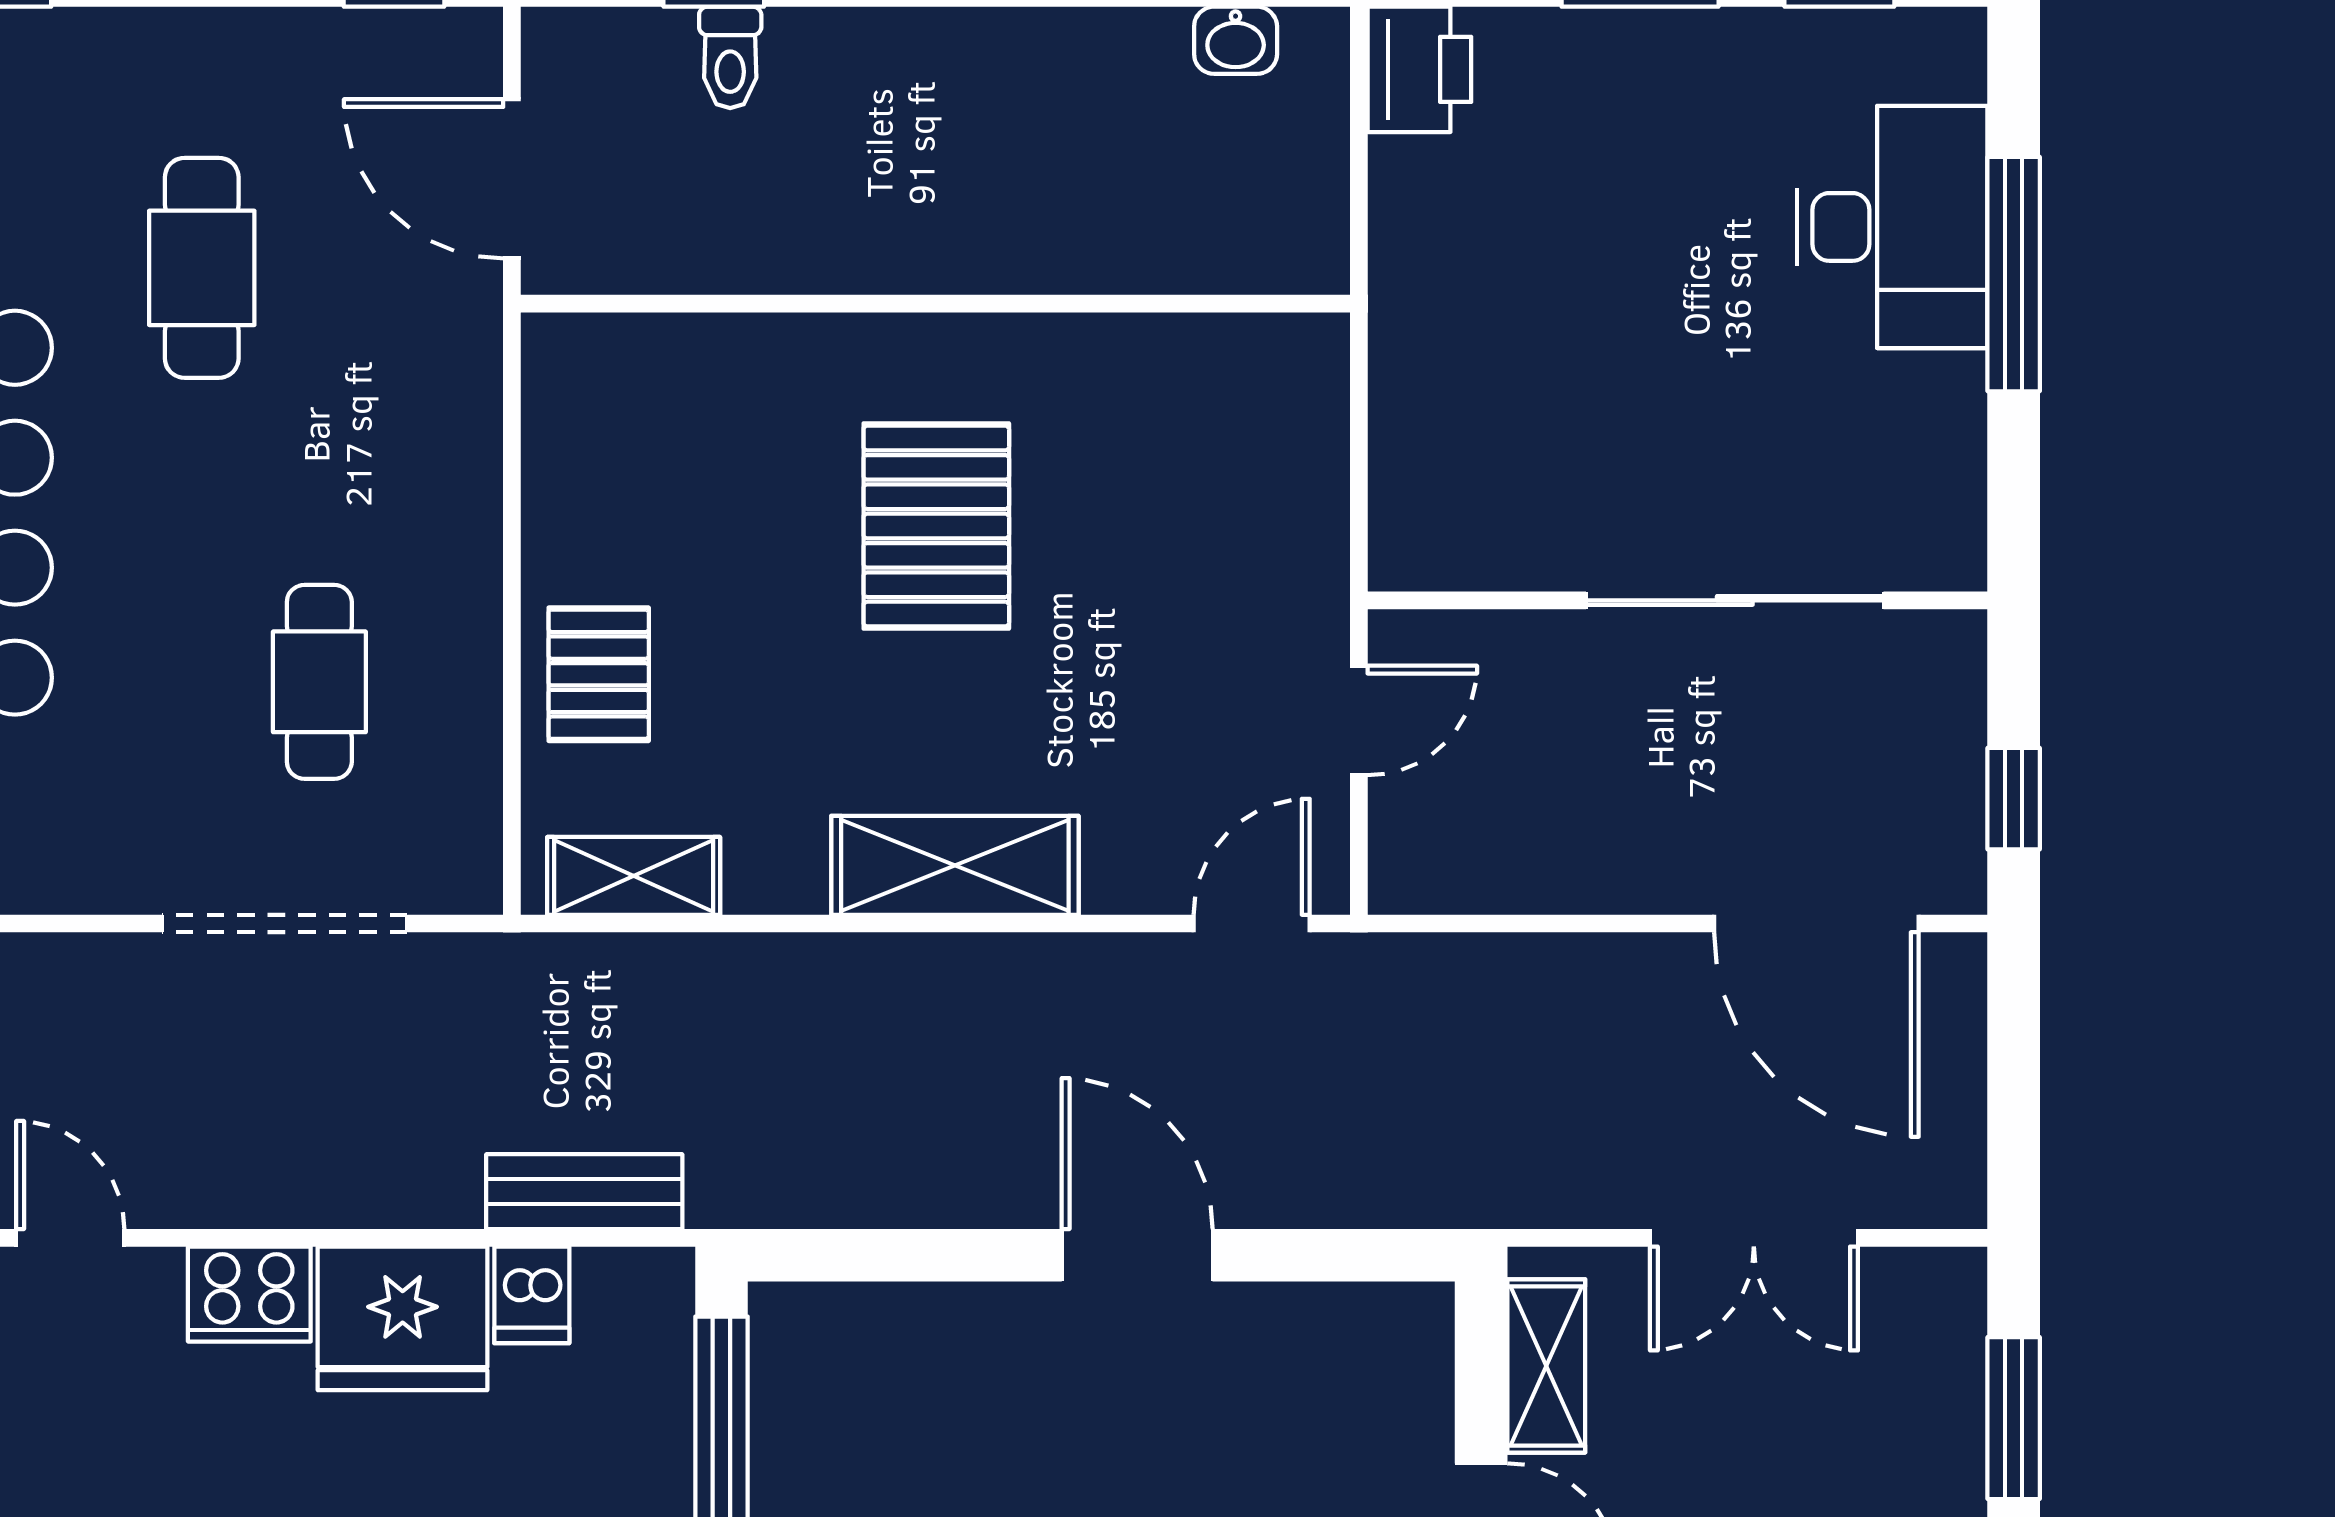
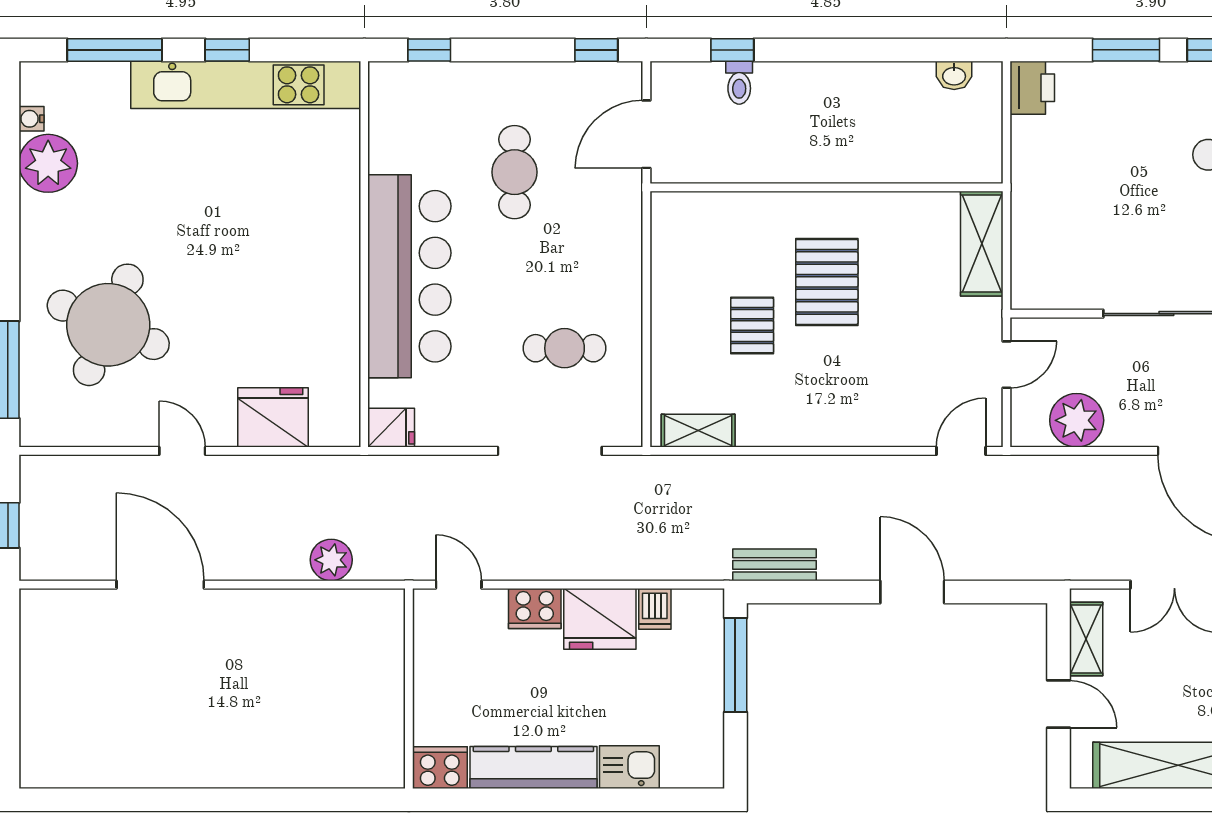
door: (512, 179) -> (646, 134), hinge flipped
pallet: (599, 674) -> (752, 325), moved
cafe table: (319, 682) -> (565, 348), turned 90
plant: (1524, 852) -> (1077, 420), added
shelving: (955, 865) -> (982, 244), moved, turned 90
bench: (584, 1192) -> (774, 565), moved

